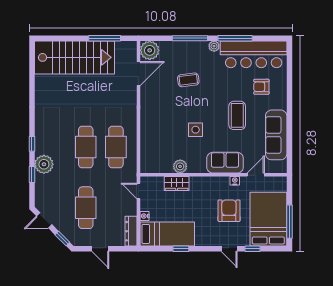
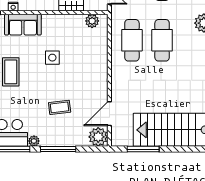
plant: (180, 166) -> (92, 21), moved

